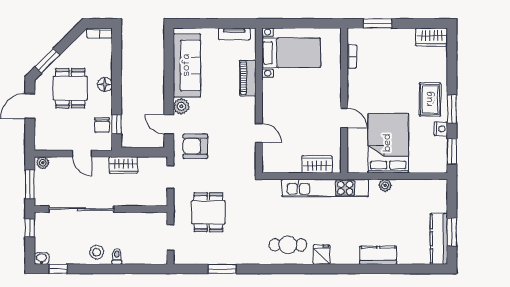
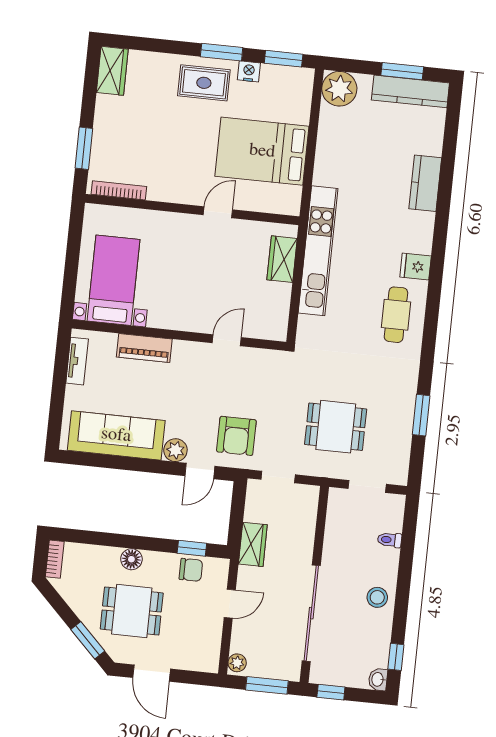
bookcase: (352, 57) -> (119, 190), width x1.56
plant: (385, 185) -> (339, 89), moved, width x1.88, depth x1.88
toilet: (117, 256) -> (390, 540), moved

